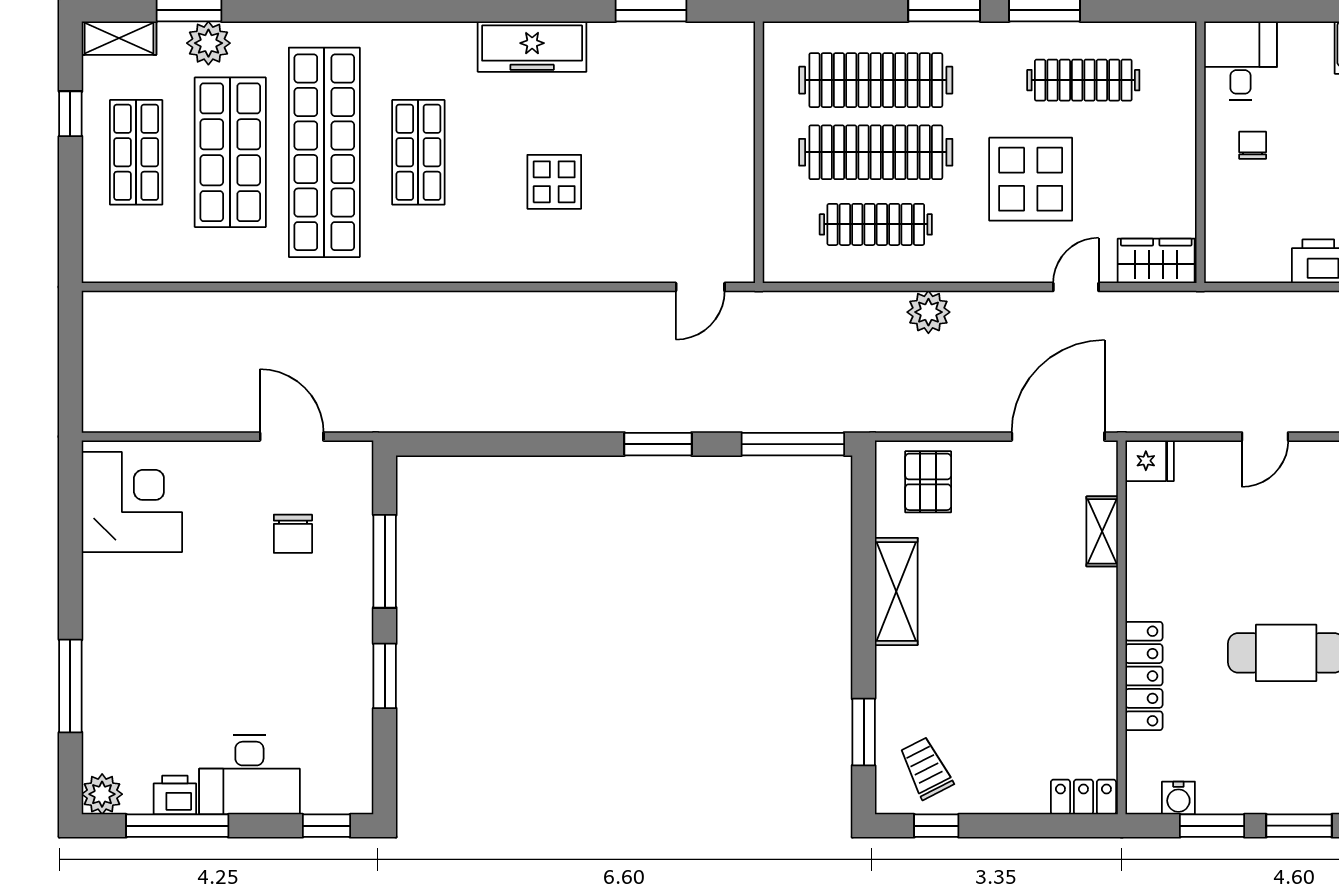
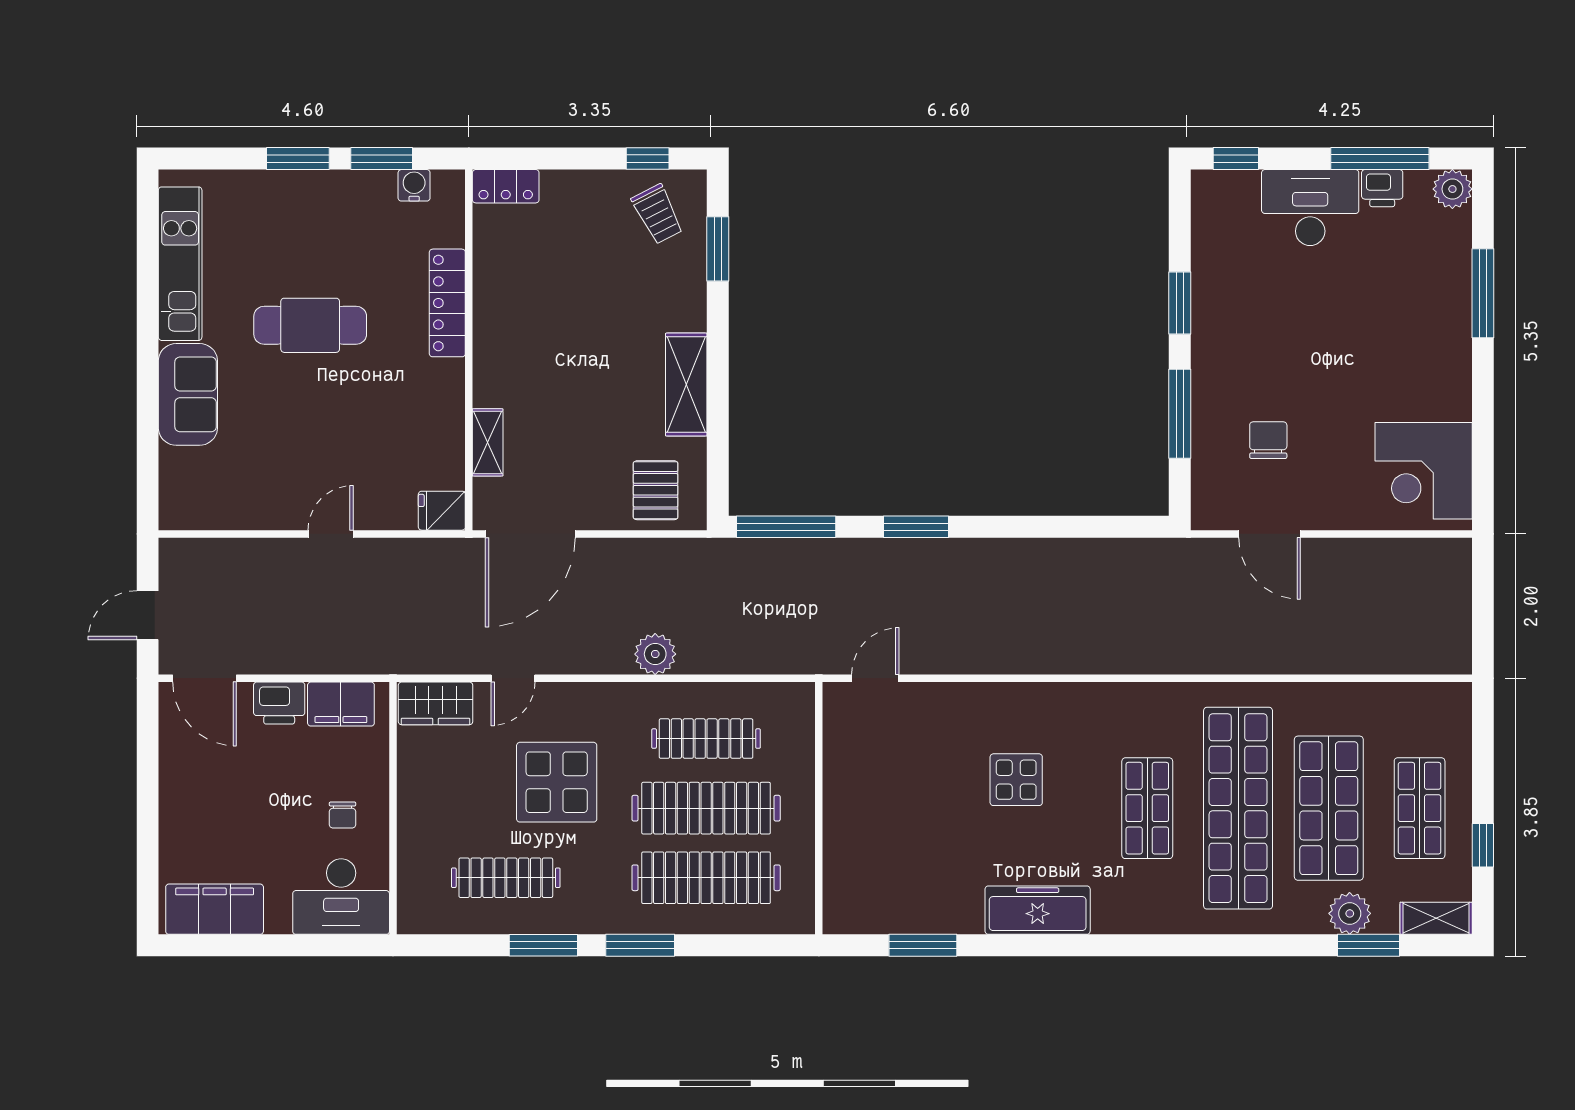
desk: (1240, 61) -> (341, 897), width x1.37
filing cabinet: (1254, 260) -> (341, 704), added

